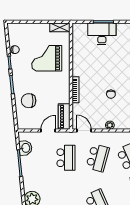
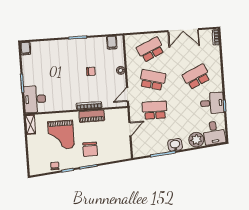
desk: (102, 34) -> (35, 99), moved
chair: (29, 101) -> (90, 149), moved
piano: (64, 117) -> (92, 116), moved
door: (48, 131) -> (130, 129), swing flipped
washbasin: (25, 148) -> (175, 145), moved

